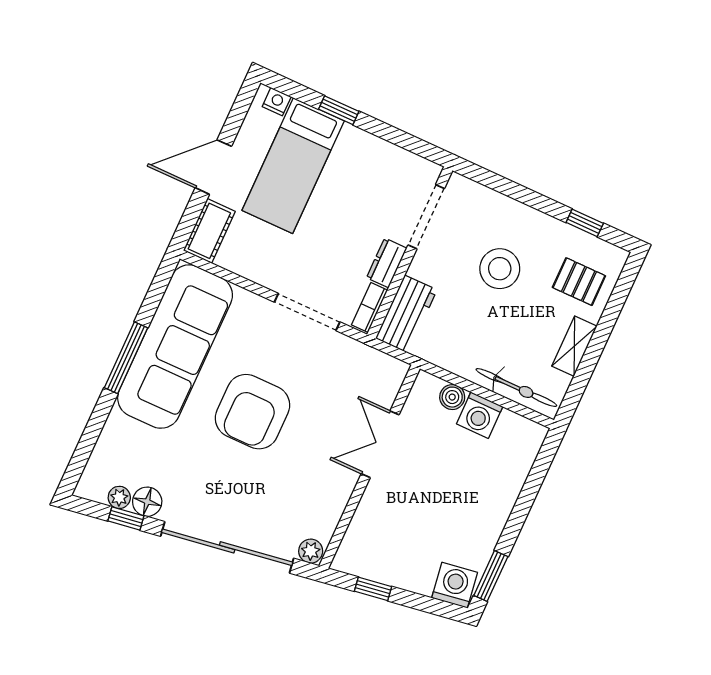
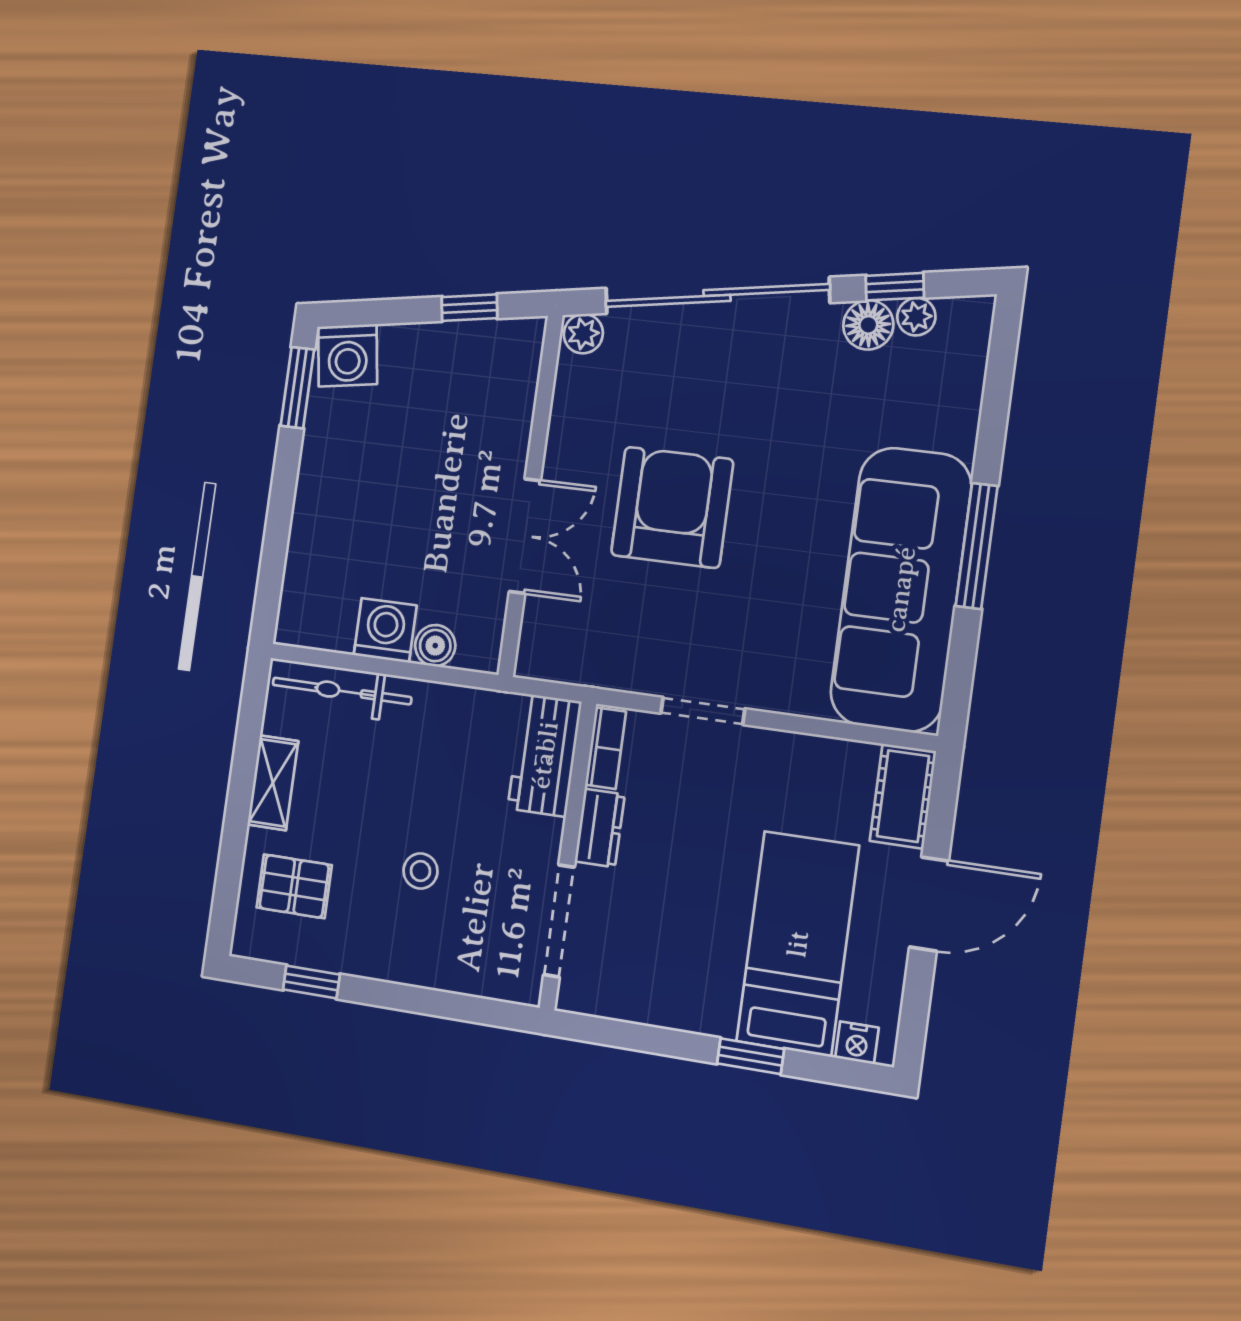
stool: (500, 269) -> (420, 871), width x0.53, depth x0.53
doorway: (307, 312) -> (703, 711), width x0.73
armchair: (252, 412) -> (672, 507), moved

